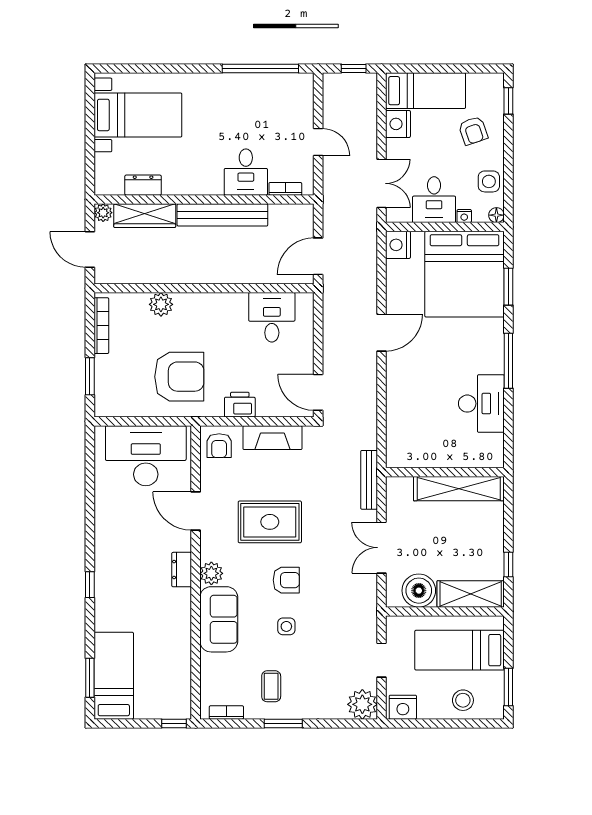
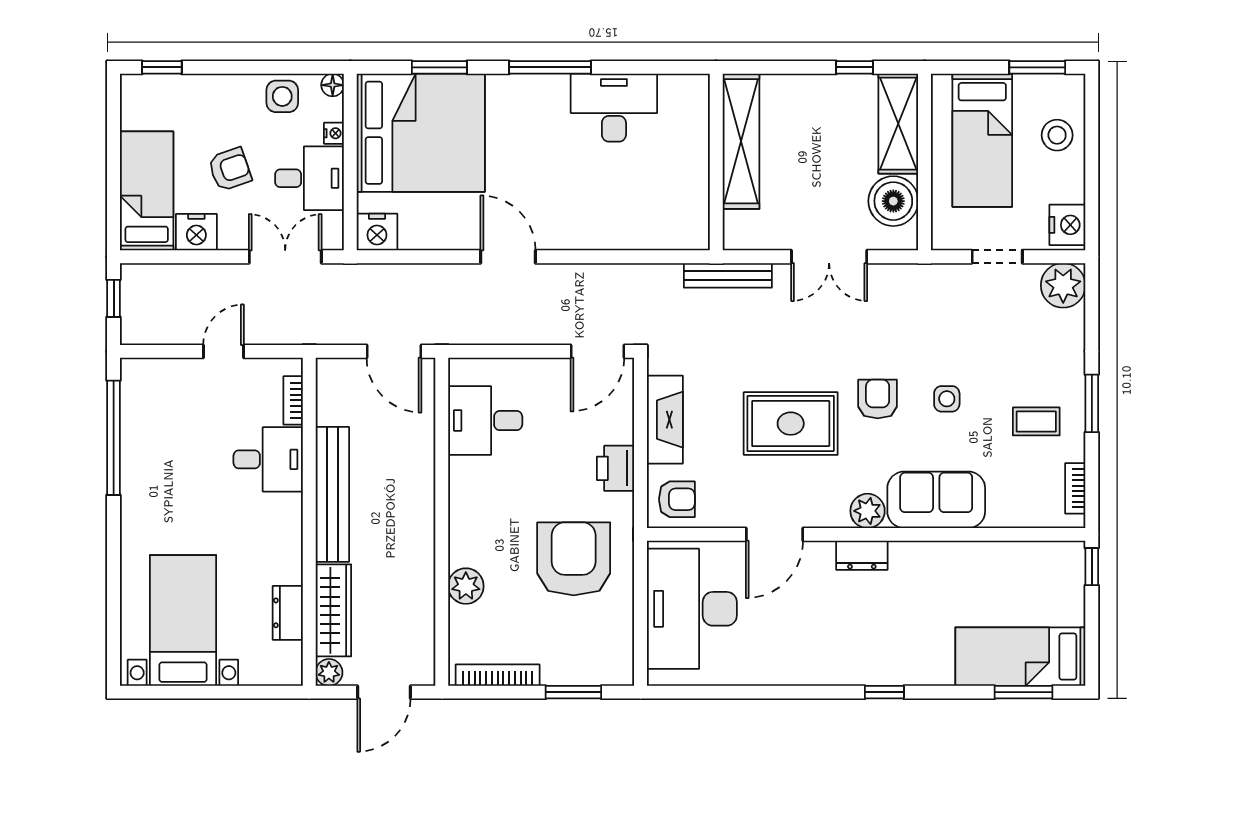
armchair: (473, 131) -> (230, 169), moved
rug: (270, 522) -> (791, 424), turned 90

